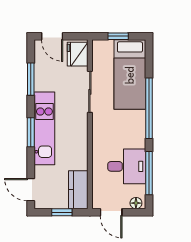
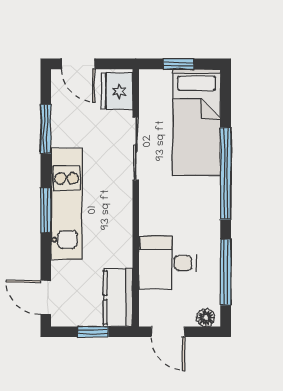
desk: (127, 166) -> (167, 263), moved, turned 180

